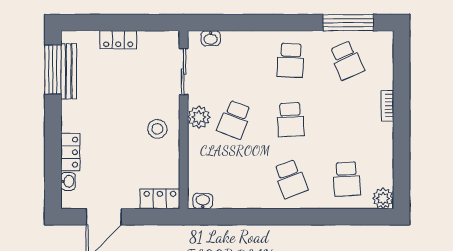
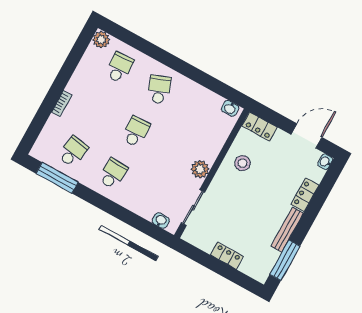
school desk: (347, 60) -> (73, 152), turned 33
bench: (69, 71) -> (287, 230), moved
school desk: (234, 120) -> (176, 154), removed
stool: (157, 129) -> (243, 163), moved
washbasin: (68, 181) -> (325, 162), moved

